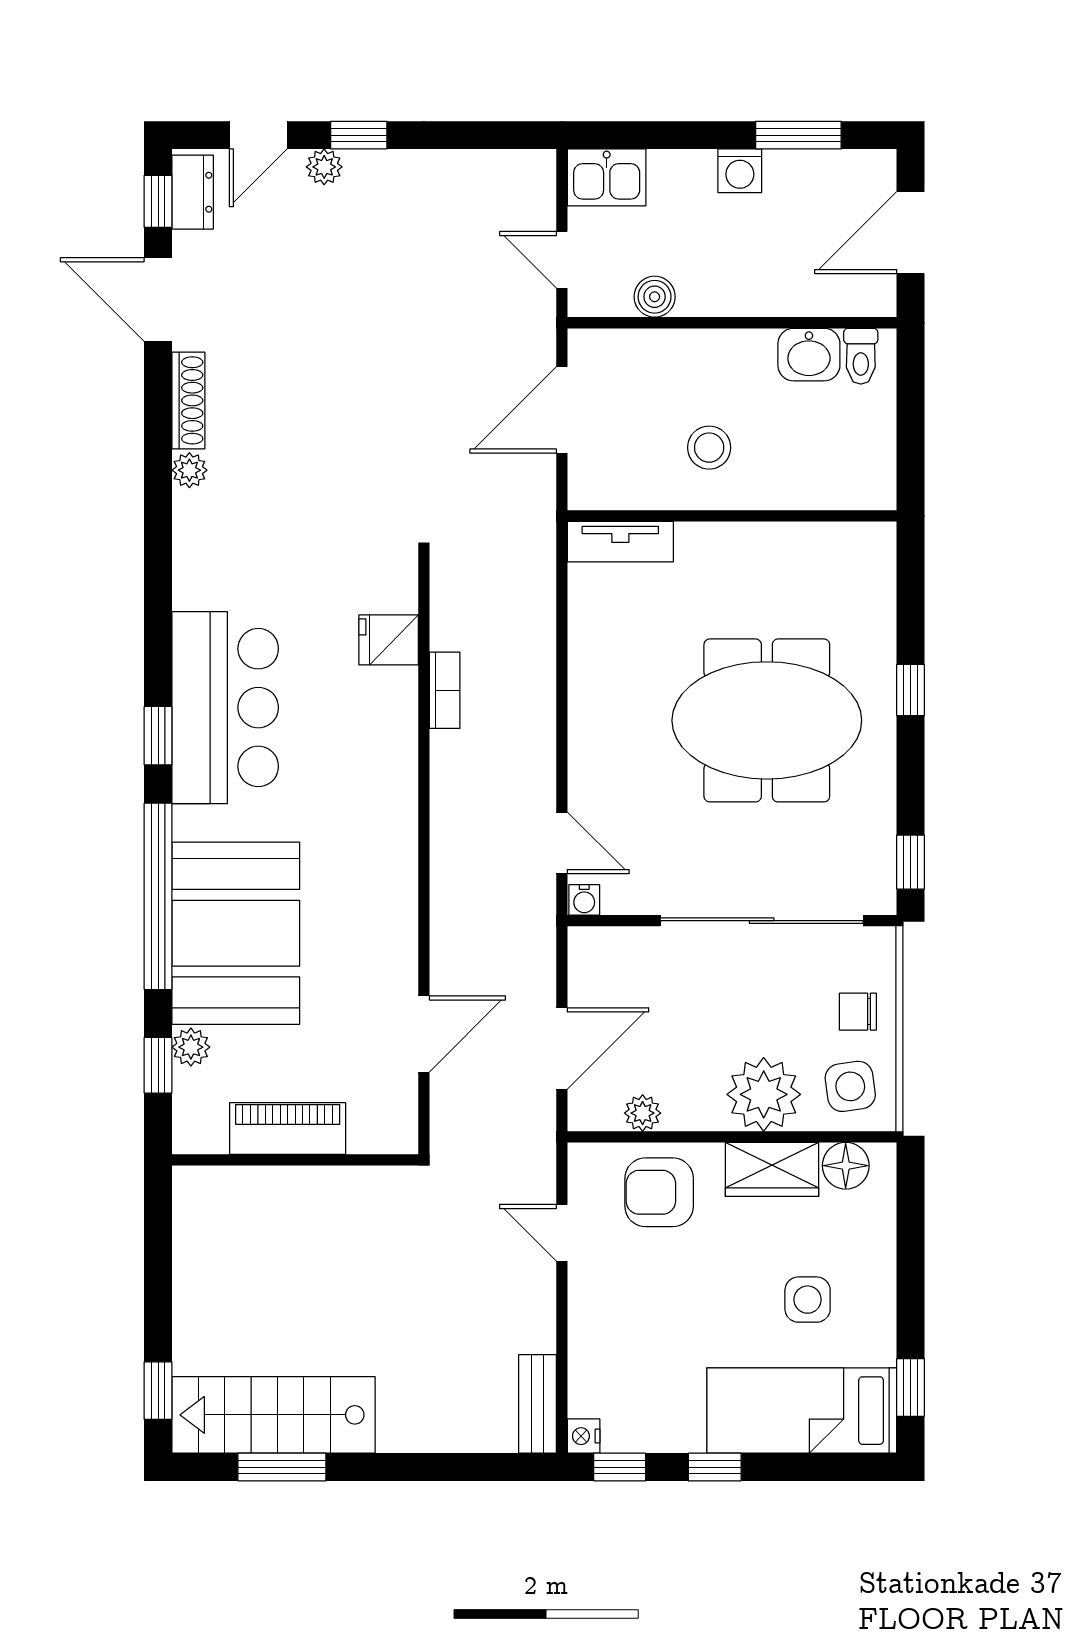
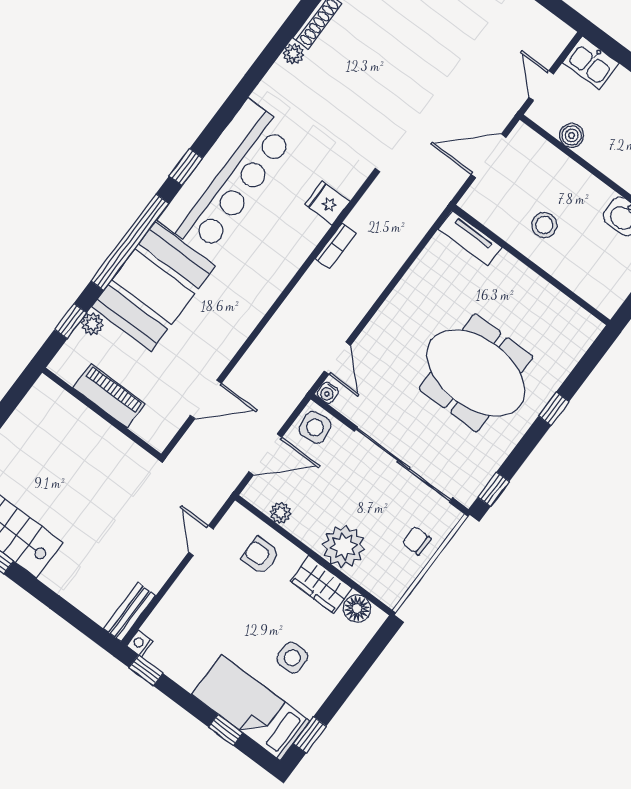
bar counter: (225, 708) -> (227, 177), width x1.36
side table: (850, 1086) -> (315, 427), moved
armchair: (659, 1192) -> (260, 556), width x0.72, depth x0.72
window: (715, 1467) -> (226, 730), moved

